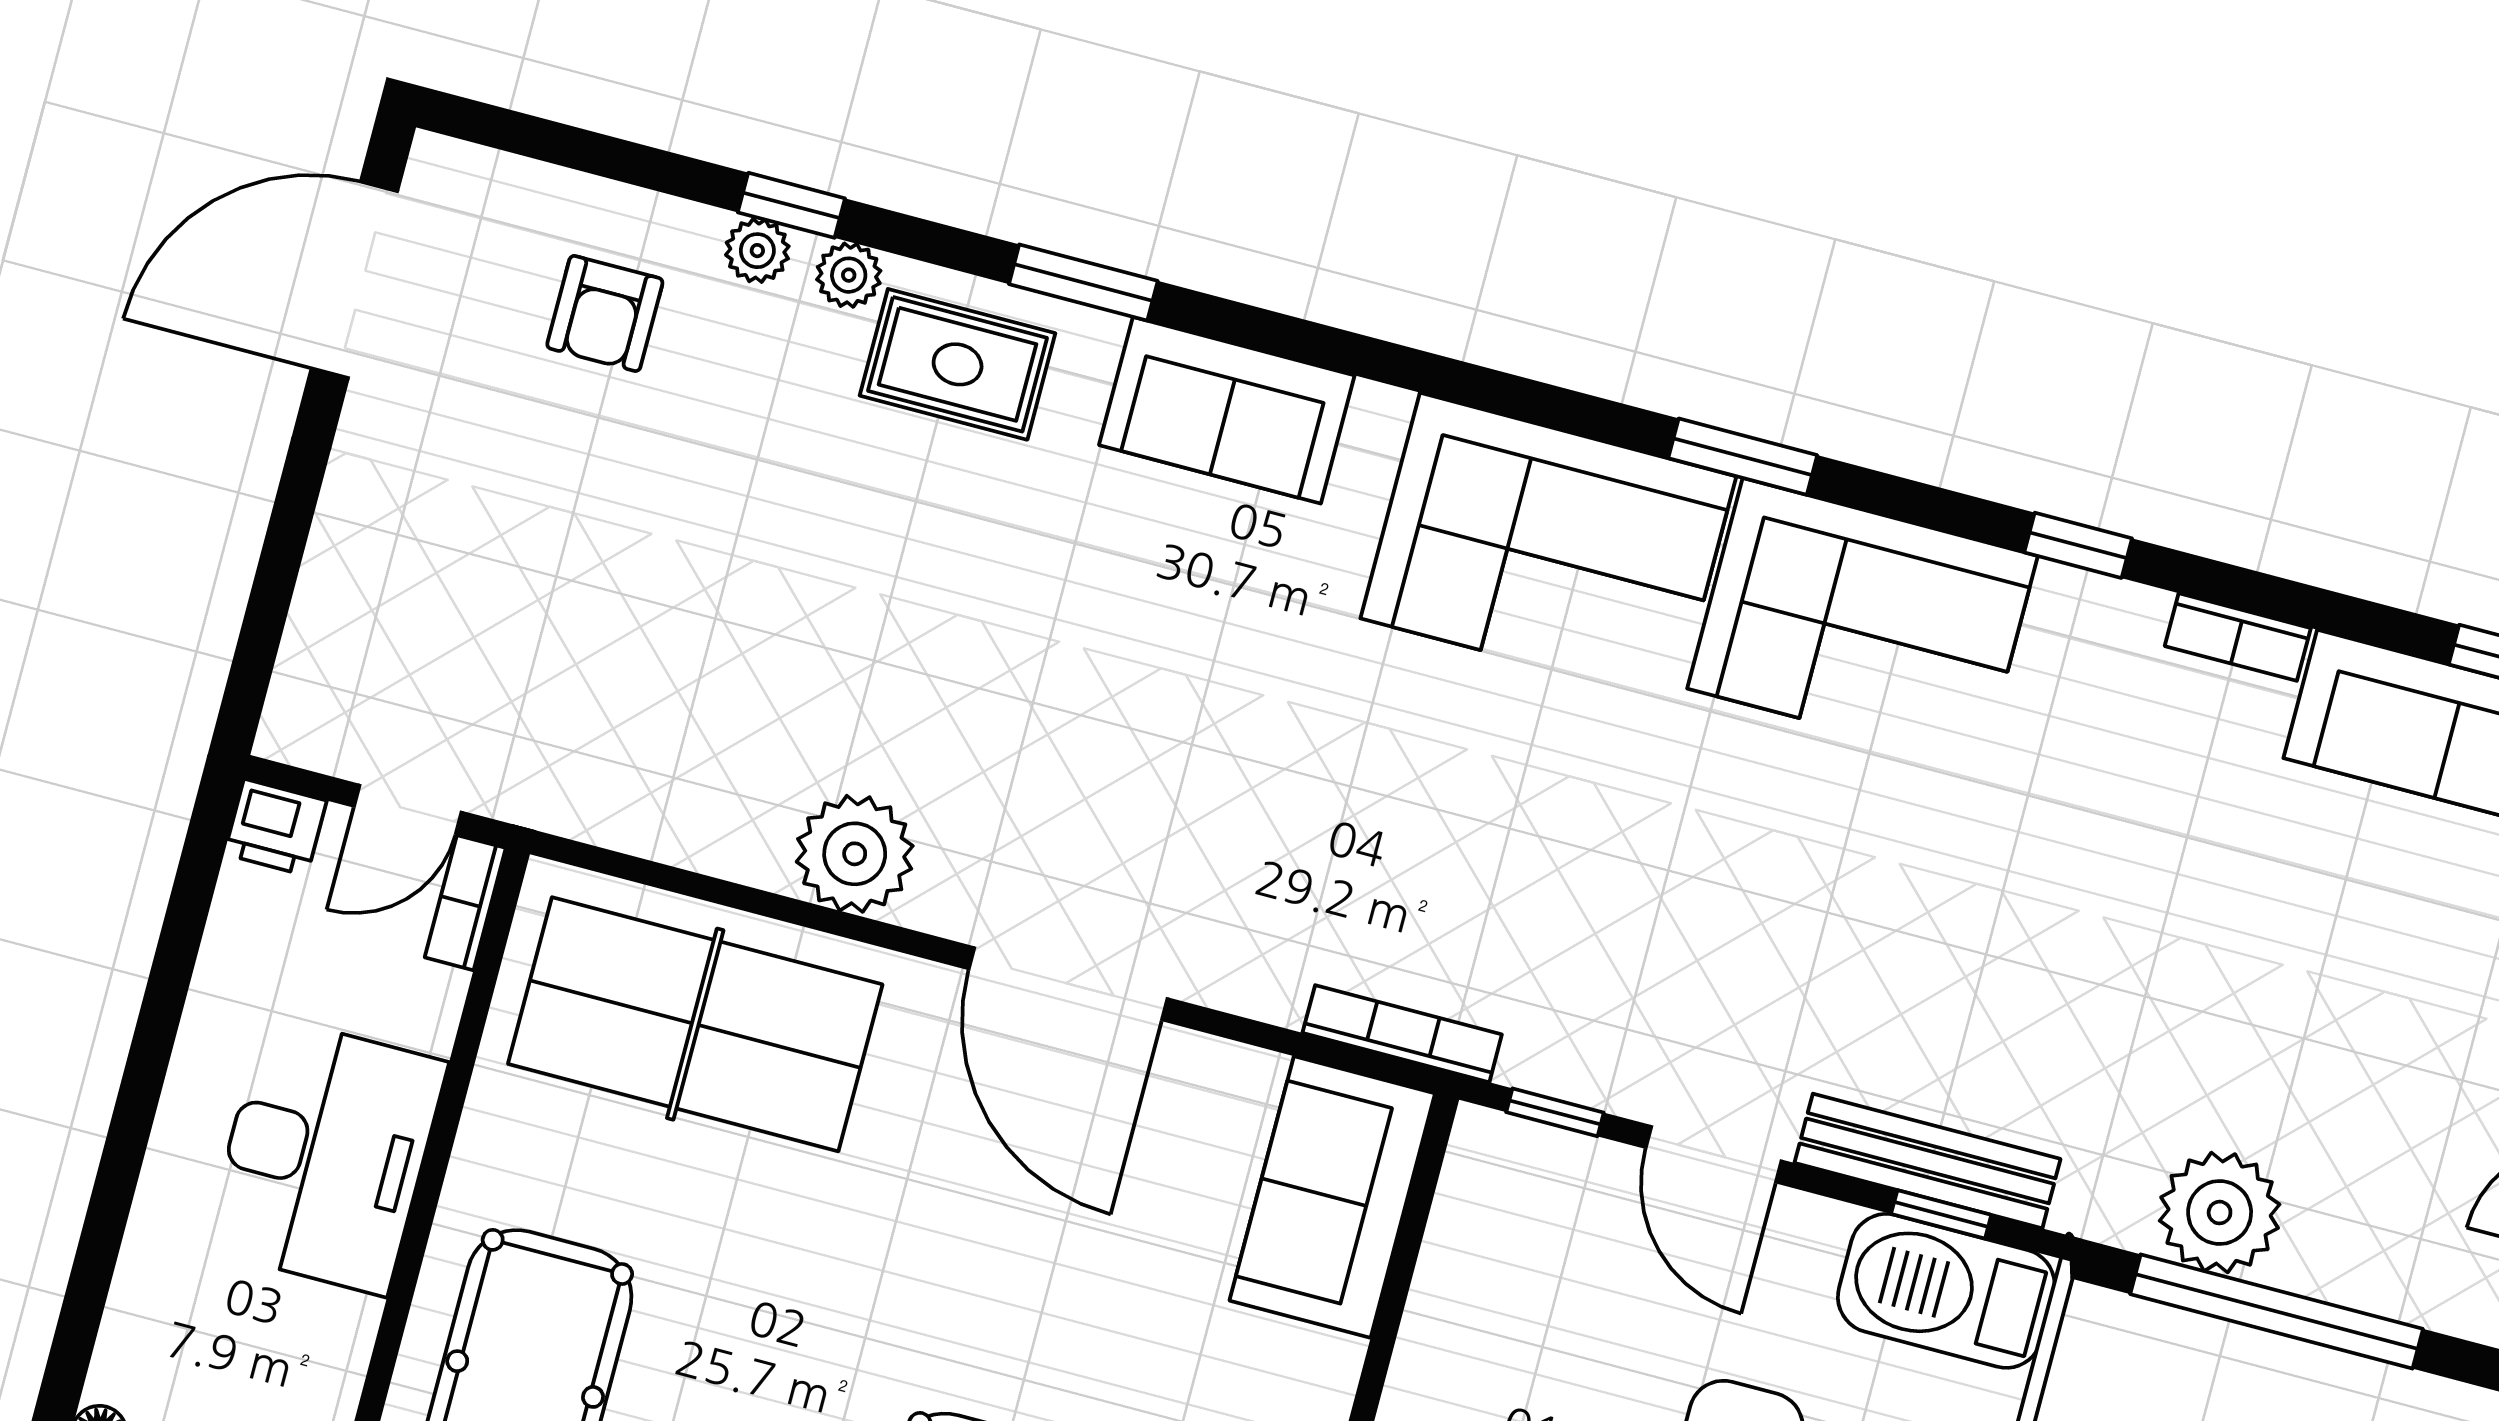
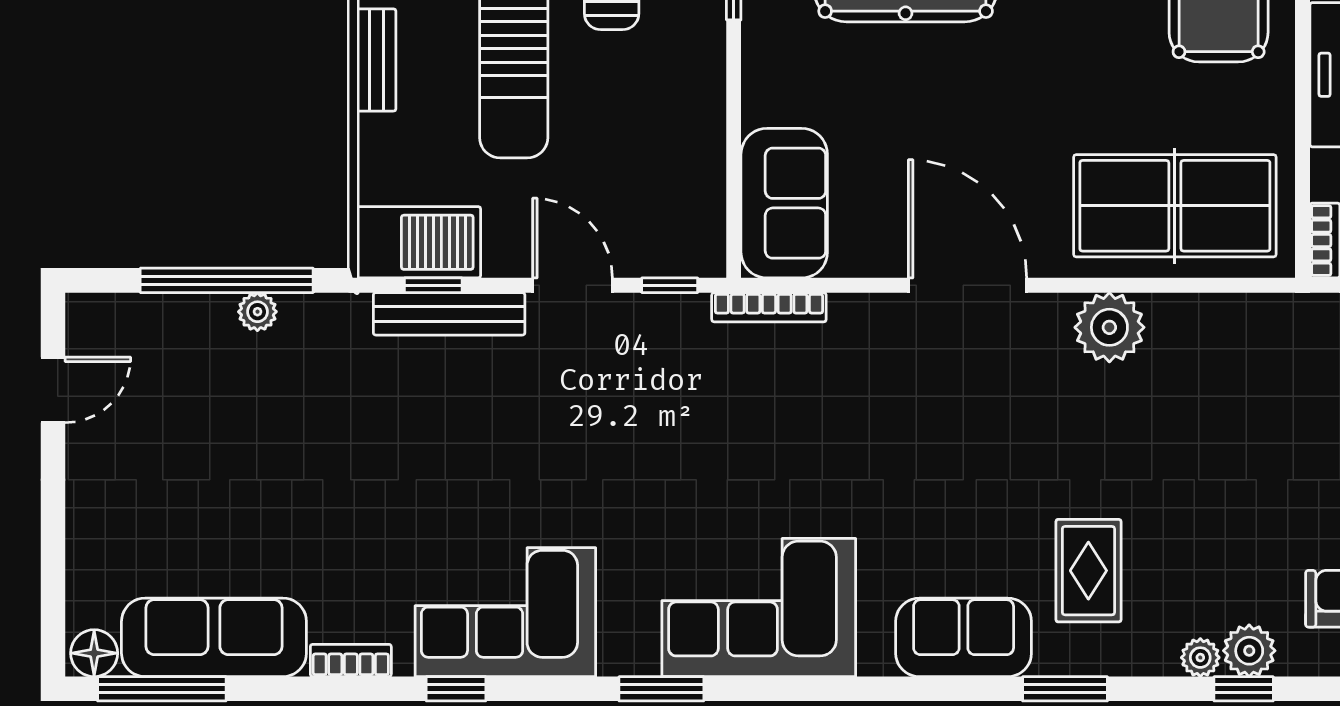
plant: (757, 251) -> (1249, 651), width x1.38, depth x1.38
rug: (958, 364) -> (1088, 571), moved, turned 90
corner sofa: (1862, 622) -> (505, 612), moved
plant: (2220, 1213) -> (257, 312), width x0.53, depth x0.53

